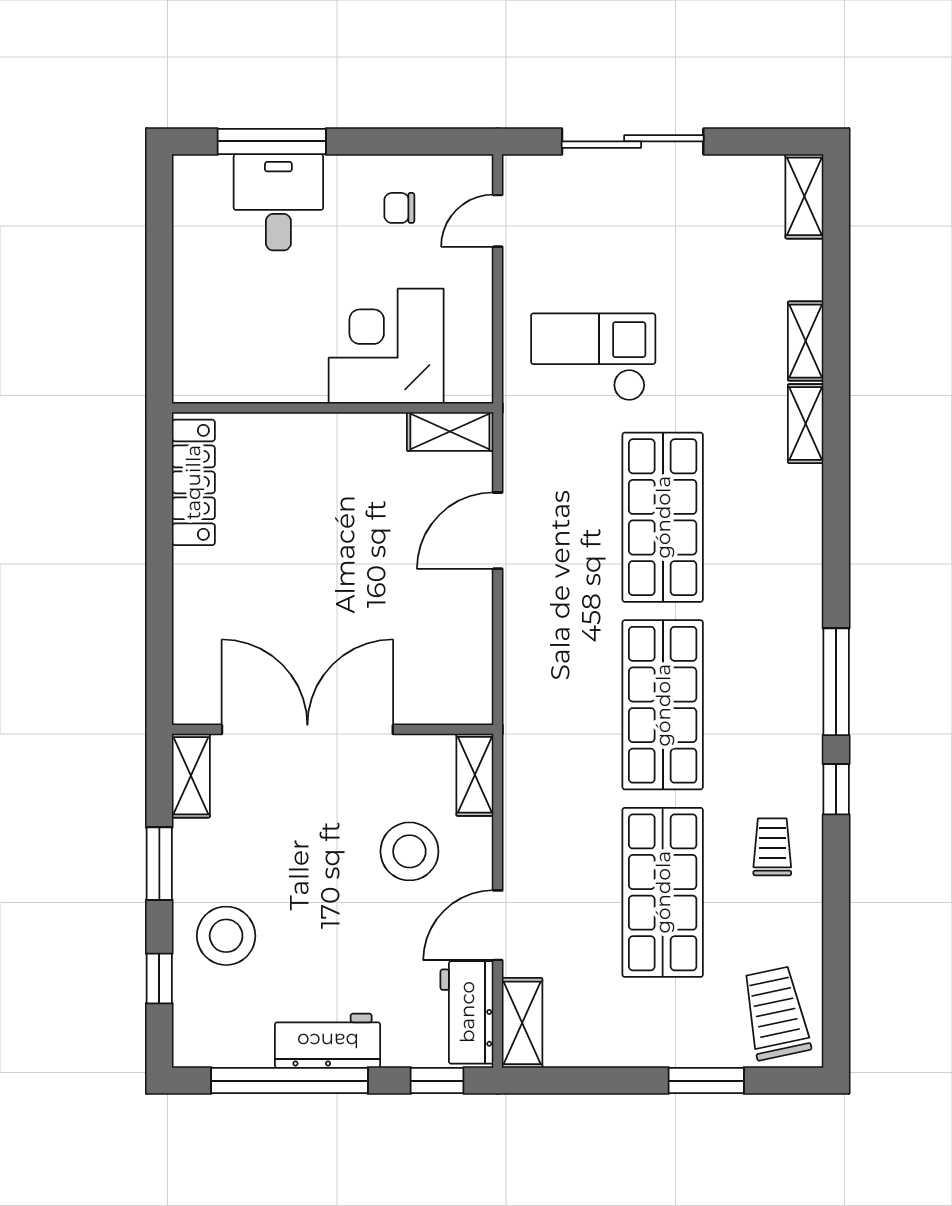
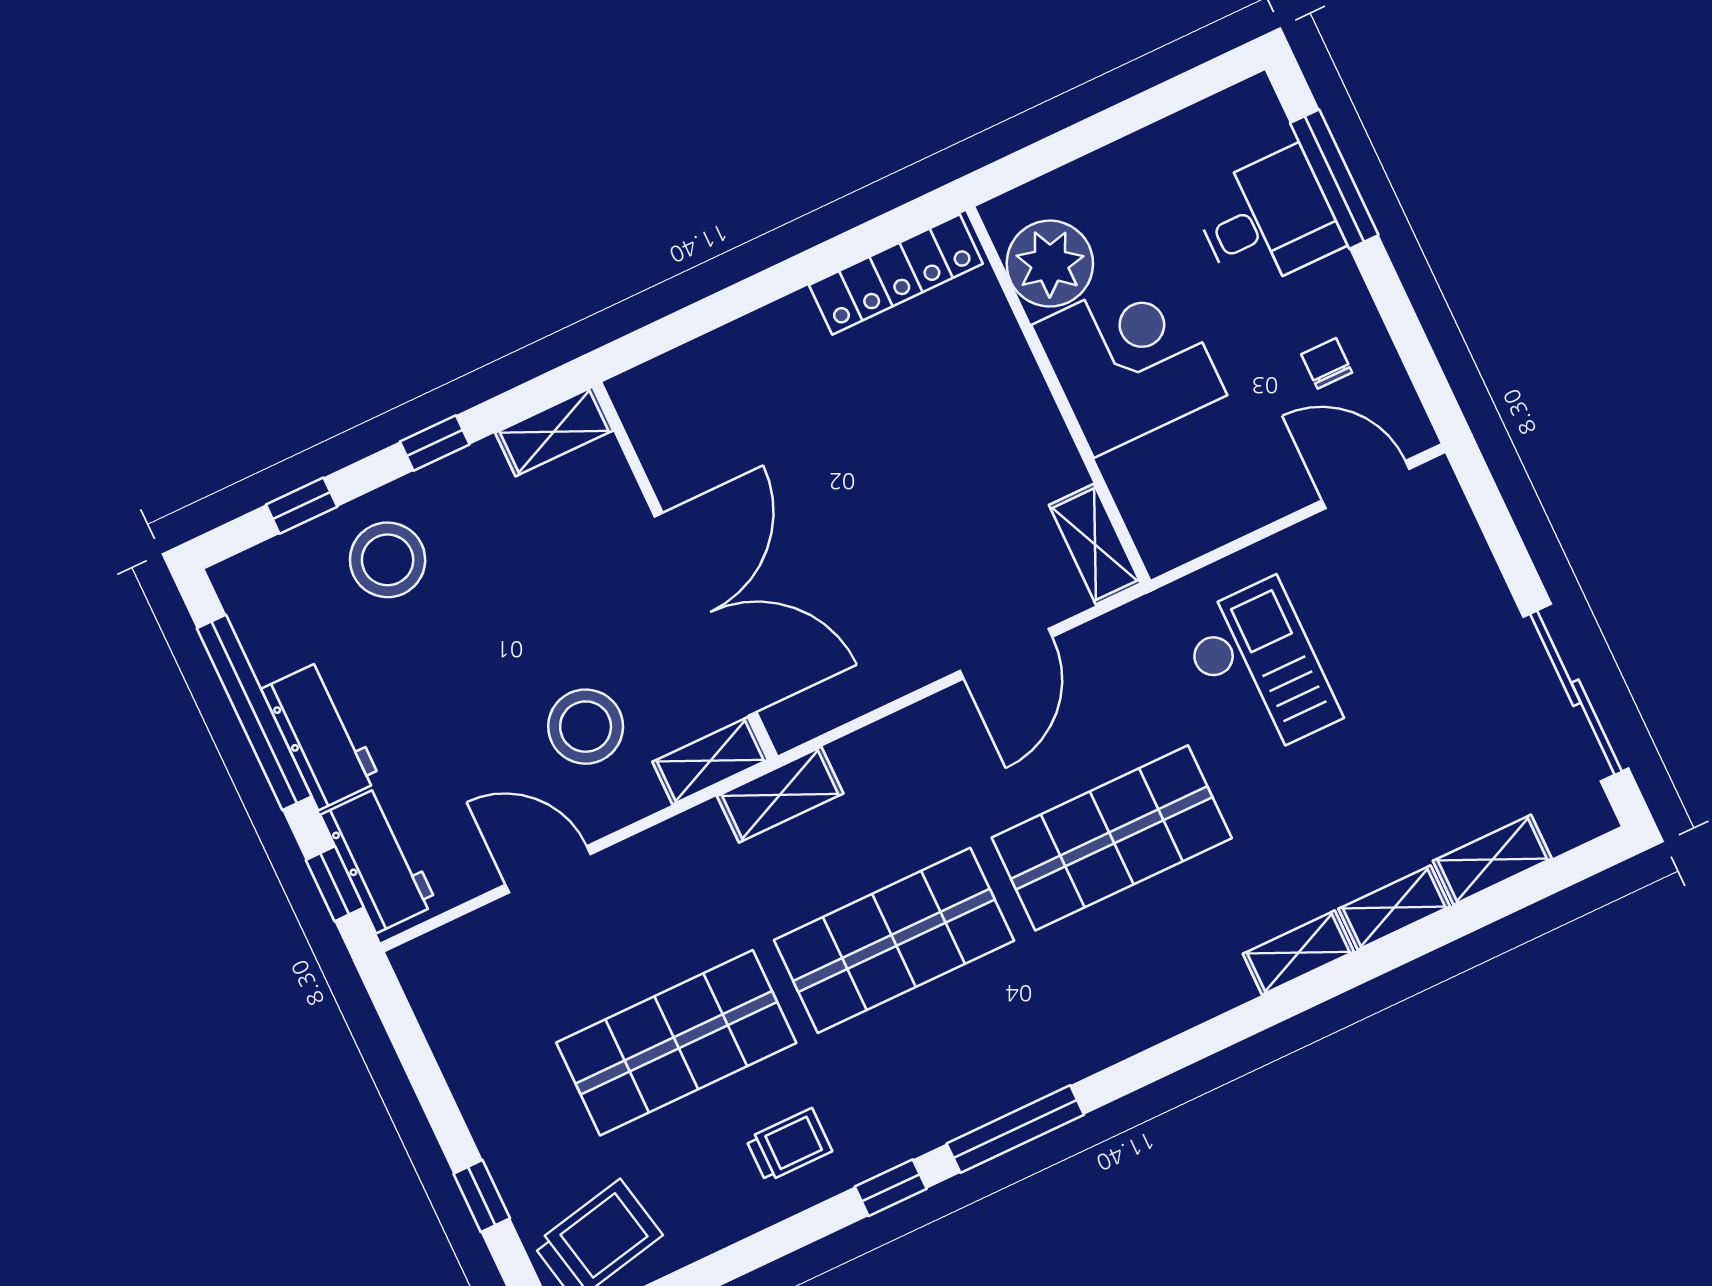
sliding door: (633, 141) -> (1576, 693), moved
shelving: (804, 196) -> (1492, 860), moved
door: (498, 221) -> (1366, 485), width x1.38
corner desk: (386, 346) -> (1129, 360), moved
plant: (237, 370) -> (1050, 264), added
door: (498, 531) -> (1006, 654), swing flipped
double door: (307, 729) -> (706, 614), moved
window: (159, 864) -> (435, 443), width x0.67
workbench: (467, 1012) -> (379, 860), moved, turned 90
shelving: (522, 1023) -> (780, 795), moved
window: (706, 1081) -> (482, 1196), width x0.67

